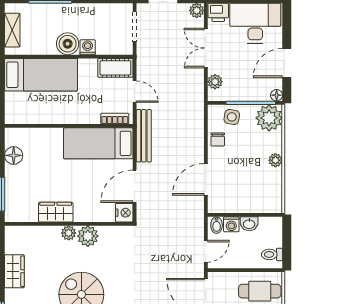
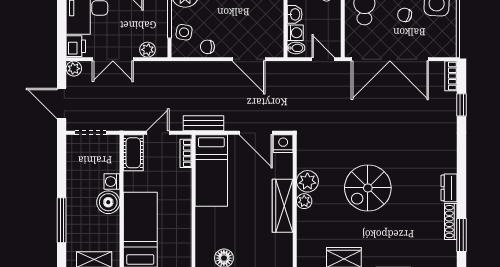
bench: (144, 136) -> (204, 123), width x0.73
chair: (218, 139) -> (207, 47), turned 180
wardrobe: (56, 212) -> (283, 206), width x1.50

